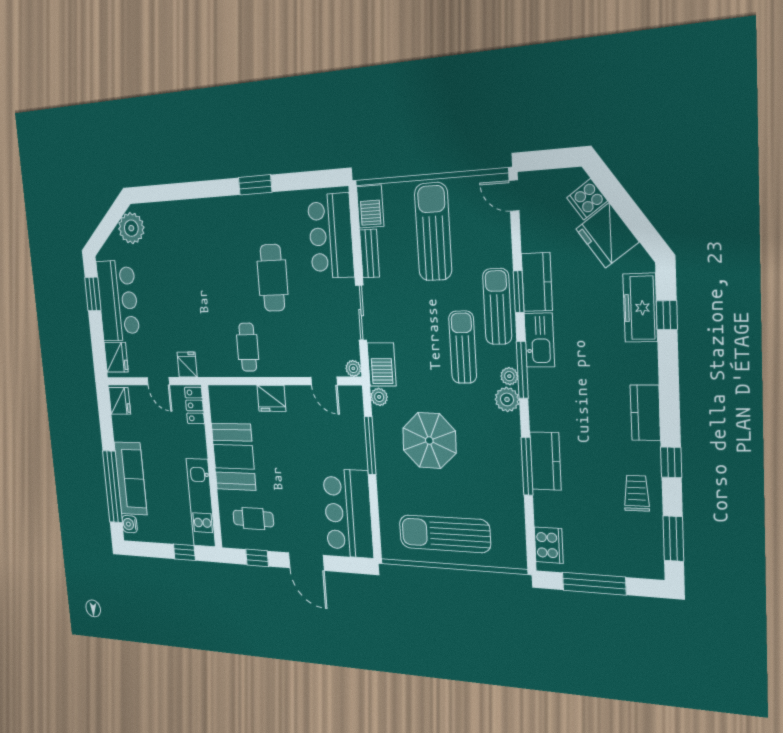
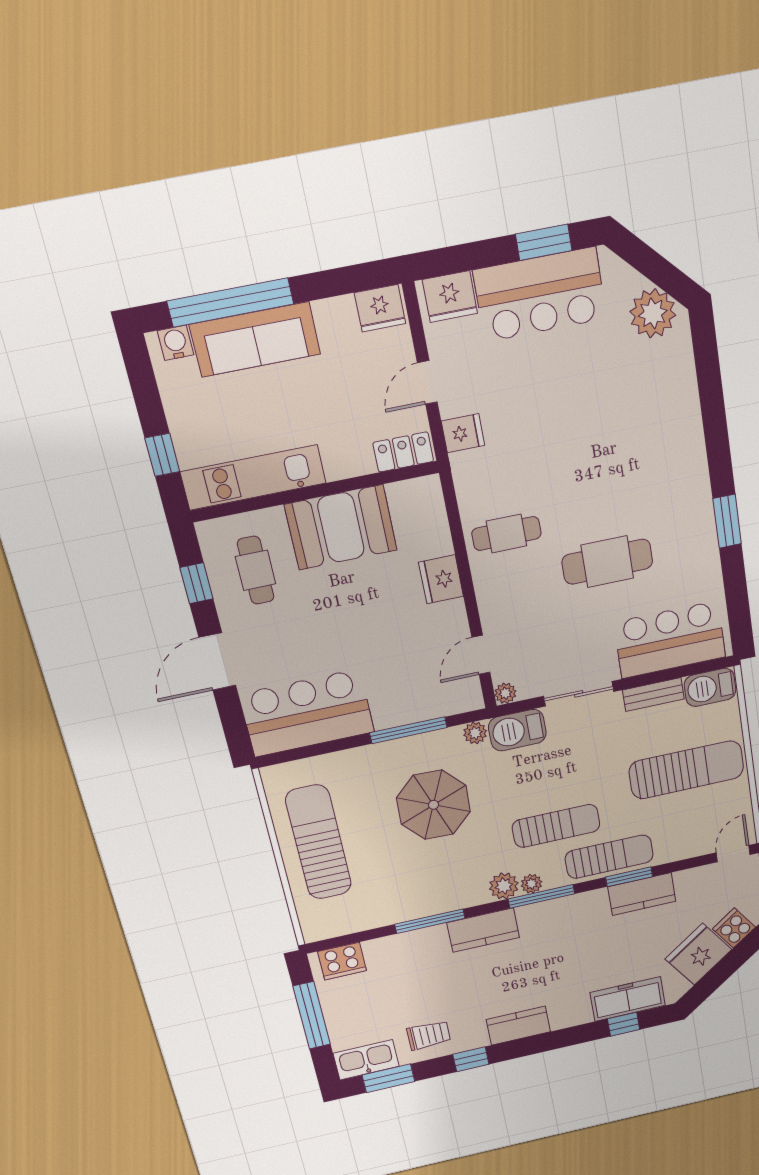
kitchen sink: (539, 340) -> (366, 1060), moved, turned 180
kitchen counter: (545, 461) -> (483, 930), moved

